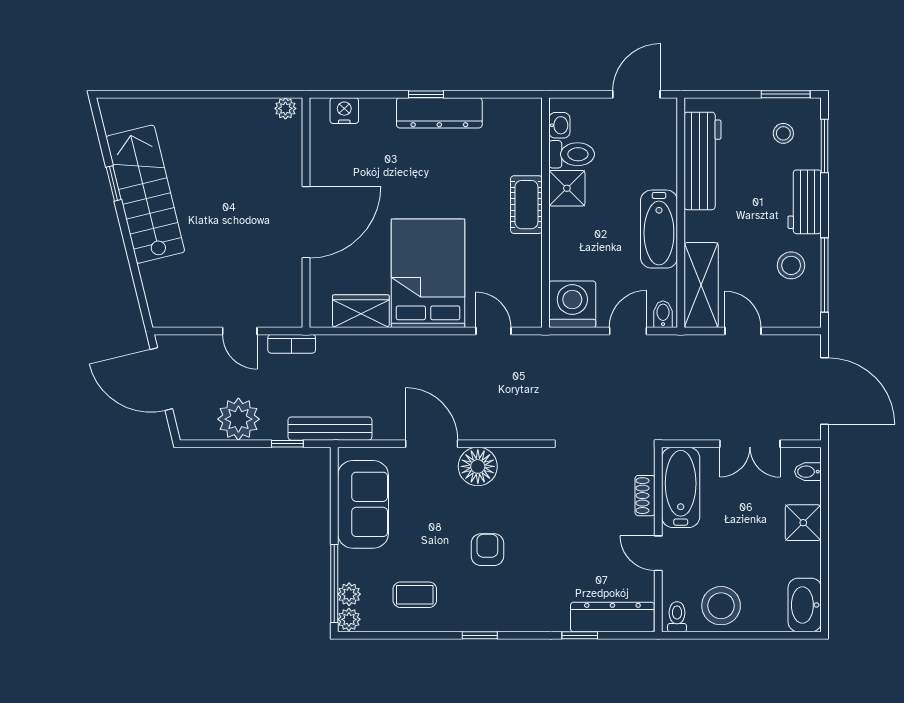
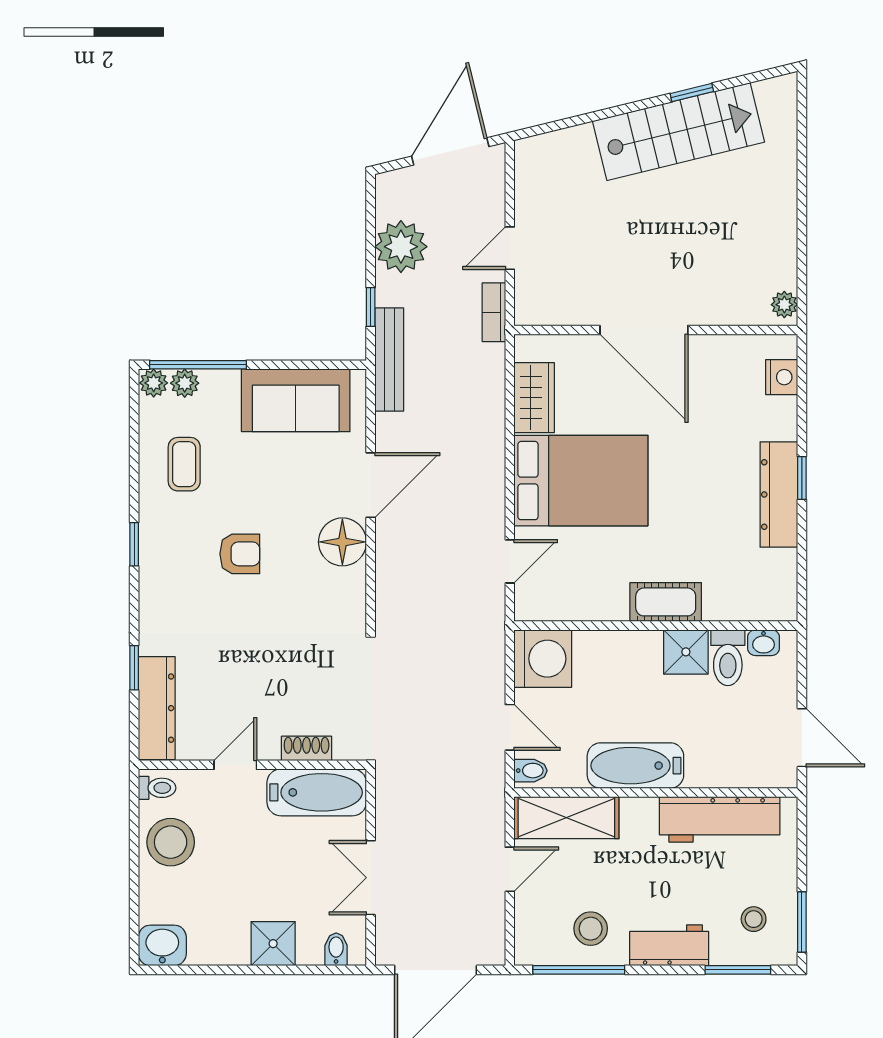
washbasin: (805, 605) -> (162, 945), width x0.72

